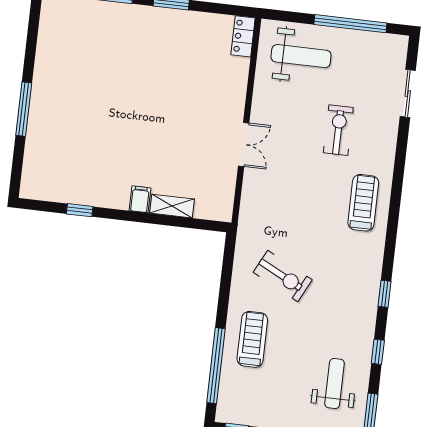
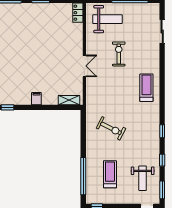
exercise bike: (338, 130) -> (119, 54), moved
shelving: (172, 206) -> (69, 100), moved
treadmill: (252, 339) -> (110, 174), moved
weight bench: (335, 384) -> (143, 178), turned 180

